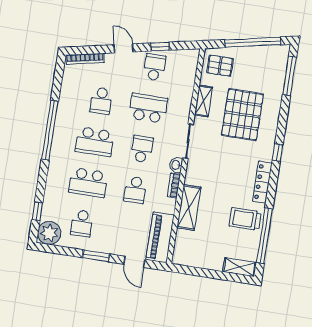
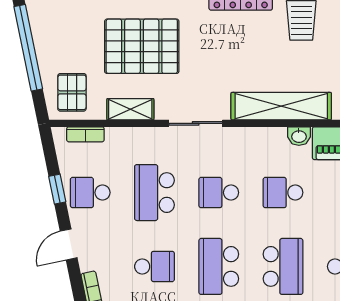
school desk: (95, 142) -> (219, 266), turned 180
washbasin: (176, 165) -> (299, 136), moved
bookcase: (174, 185) -> (85, 134), moved
school desk: (135, 190) -> (283, 193), turned 180
shelving: (189, 207) -> (281, 106), width x1.47

